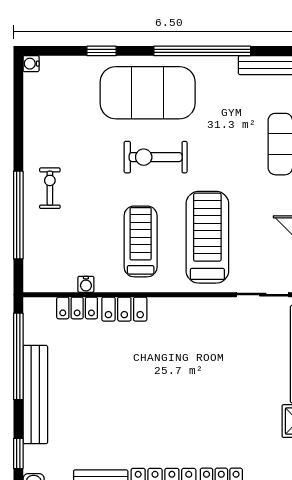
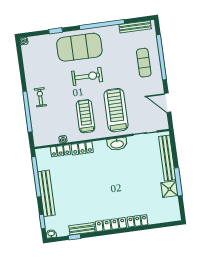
exercise bike: (156, 157) -> (87, 76), turned 180
washbasin: (200, 310) -> (117, 144), added

